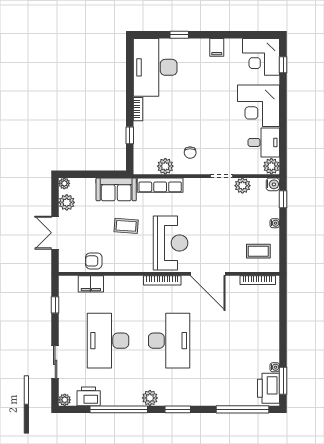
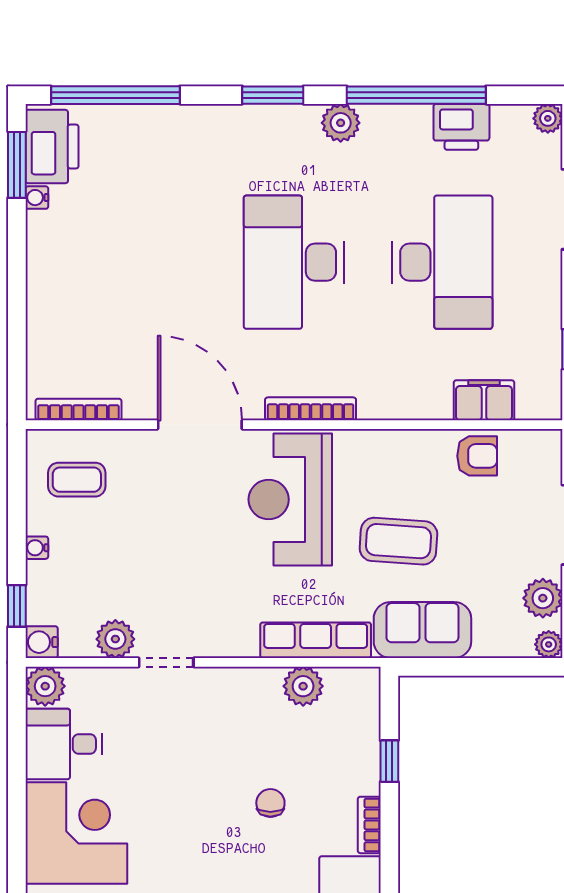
chair: (190, 153) -> (270, 803), moved
coffee table: (126, 226) -> (398, 541), width x1.36, depth x1.30
printer: (89, 396) -> (461, 127), moved

